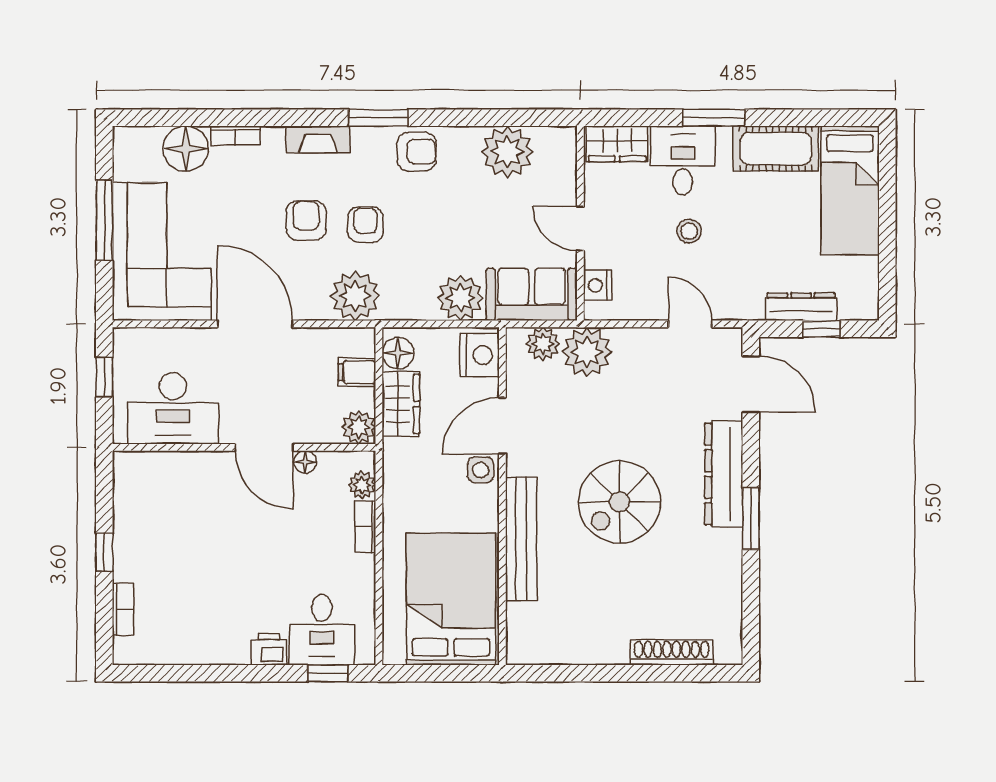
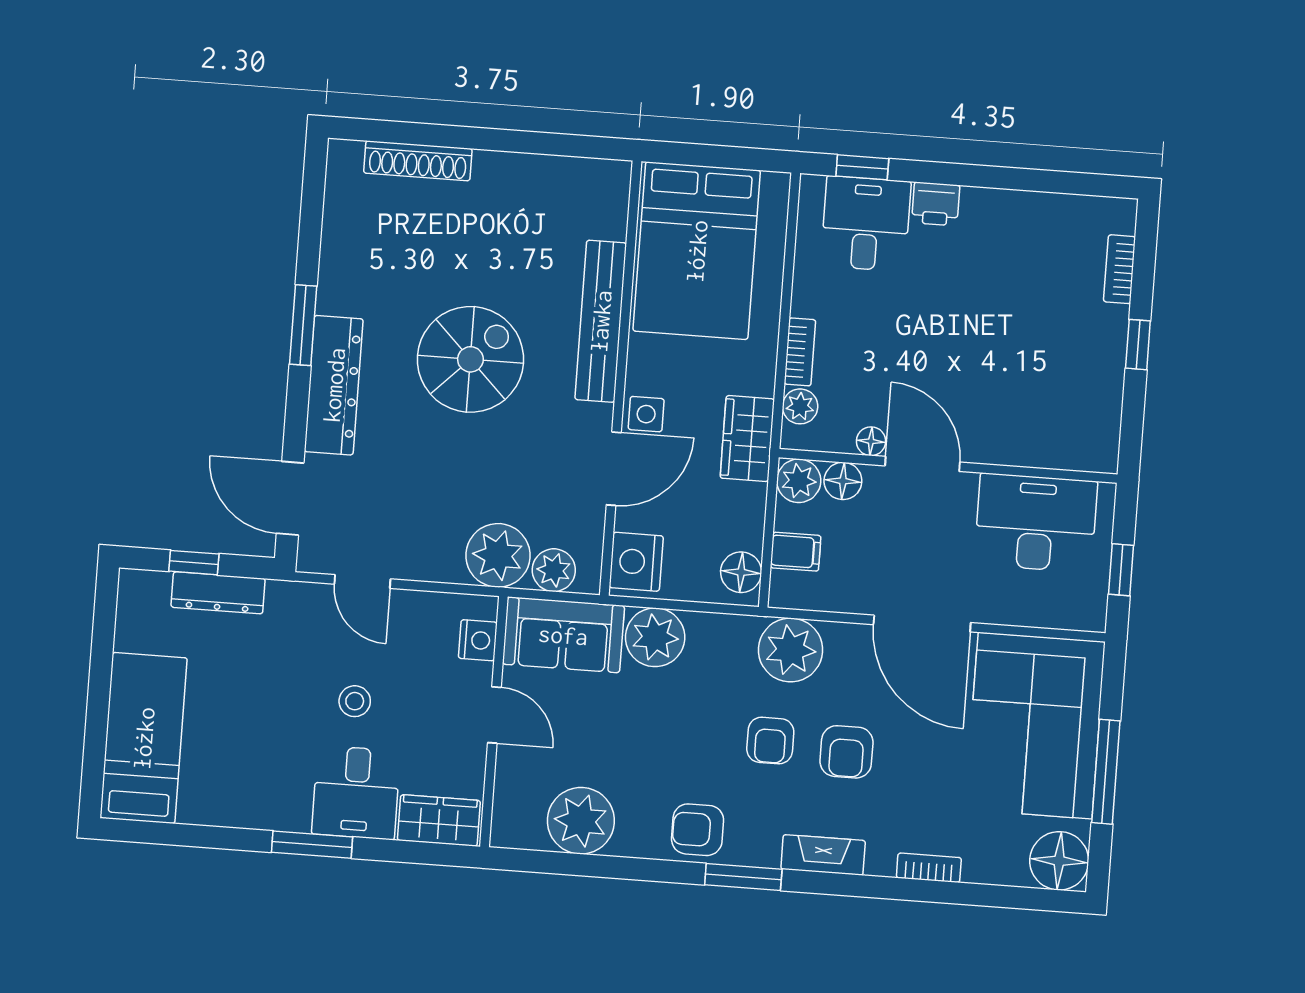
floor lamp: (186, 149) -> (1059, 861), moved
cot: (776, 149) -> (235, 799), removed
wardrobe: (401, 404) -> (747, 439), moved
floor lamp: (324, 430) -> (843, 481), added

